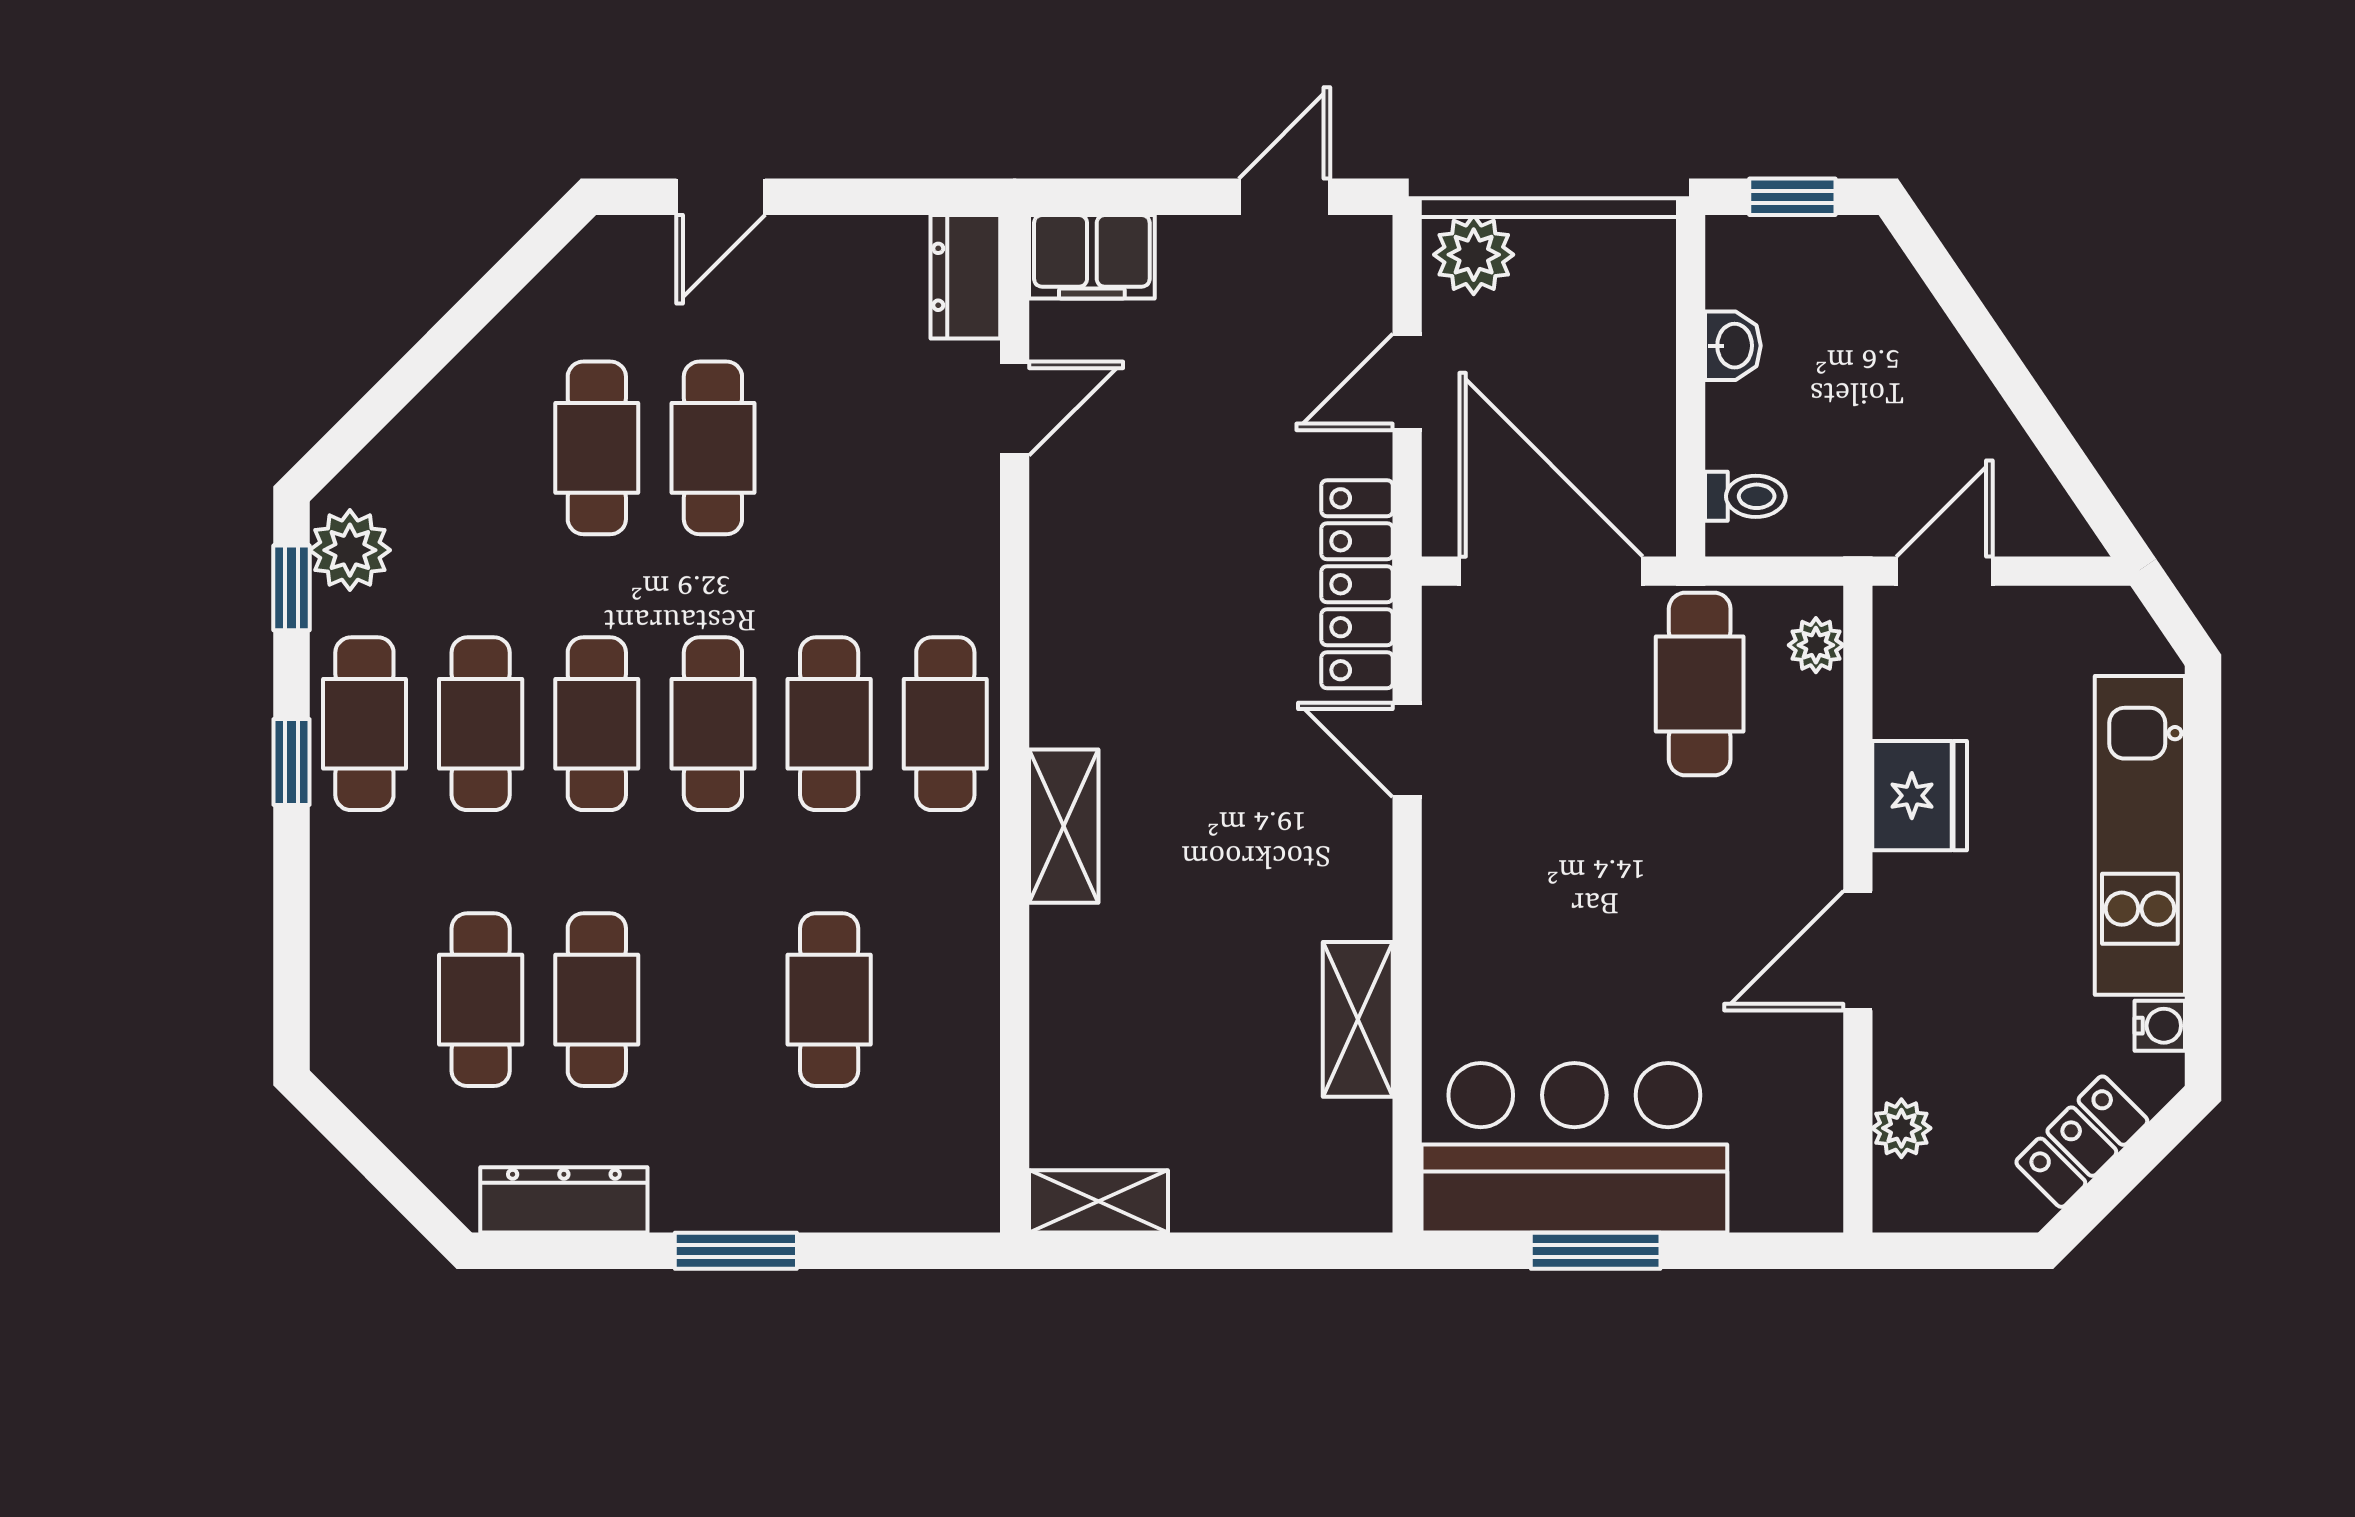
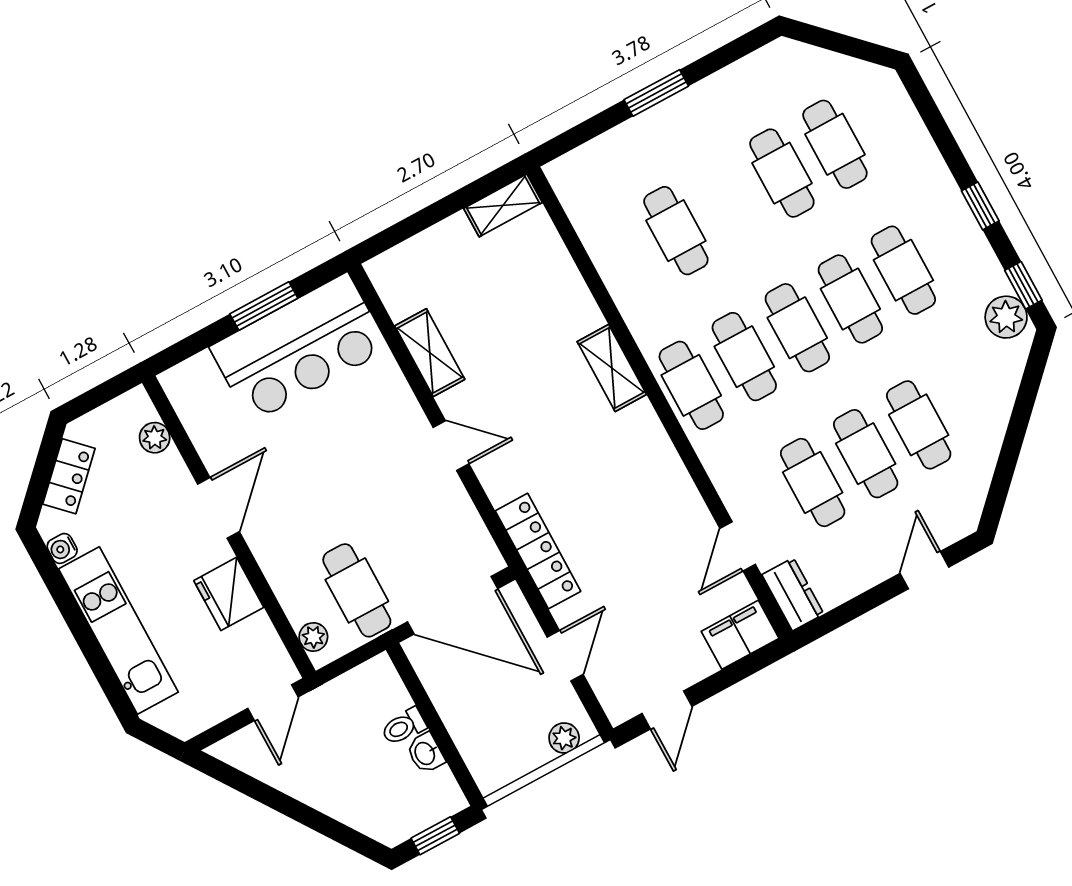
plant: (1474, 255) -> (564, 738), width x0.73, depth x0.73
toilet: (1745, 496) -> (404, 727), moved
cafe table: (364, 724) -> (813, 482), moved
door: (1407, 750) -> (451, 446), moved
dresser: (564, 1200) -> (747, 74), removed

